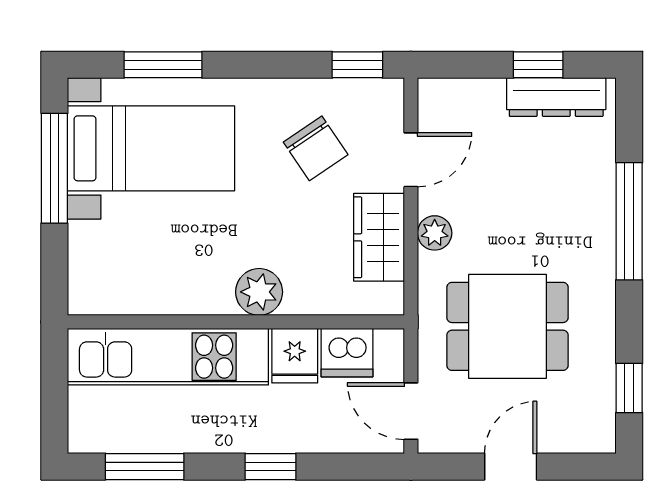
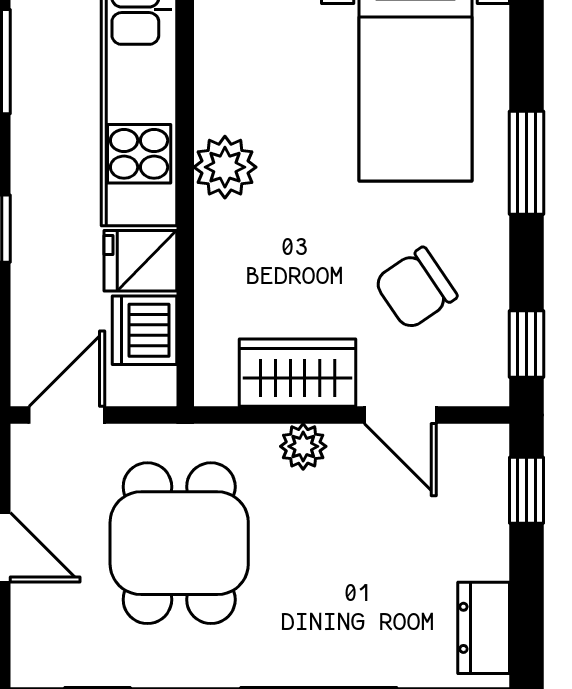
window: (163, 65) -> (526, 163), moved
window: (538, 65) -> (526, 490), moved
dresser: (556, 97) -> (484, 628), width x0.70
plant: (259, 292) -> (225, 167), moved

